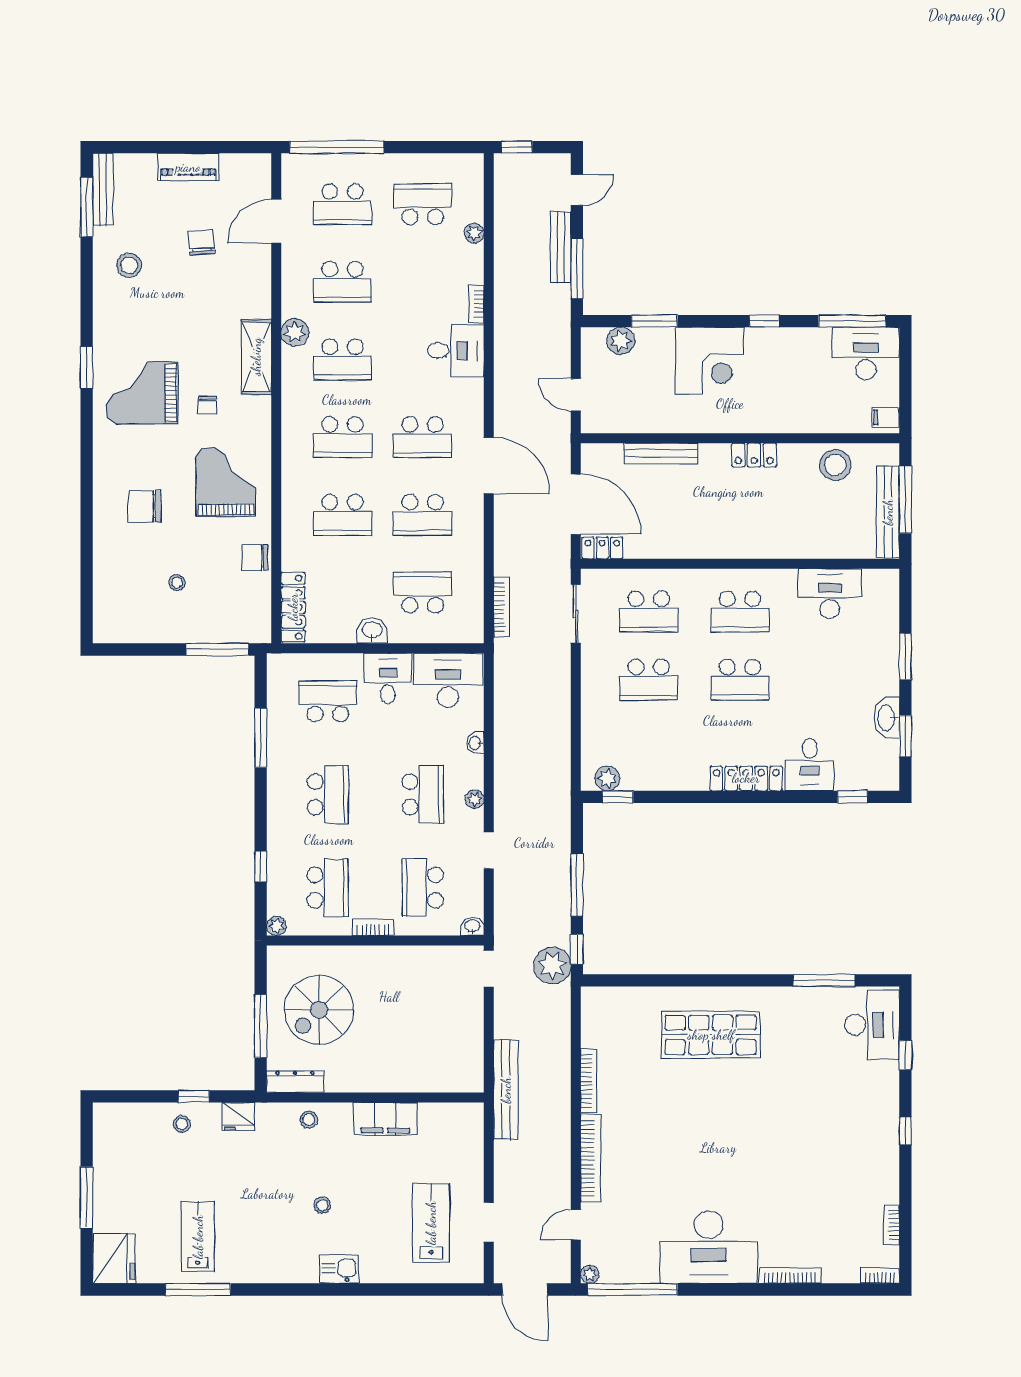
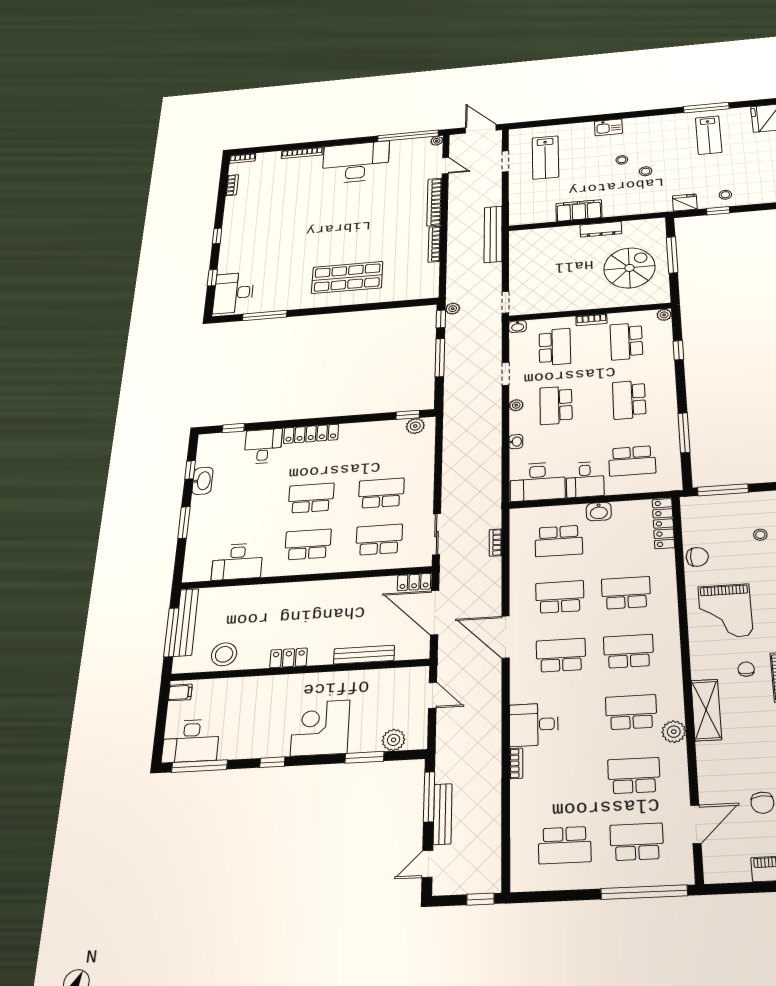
plant: (474, 233) -> (519, 822), removed
bookcase: (501, 607) -> (495, 543), width x0.64
window: (905, 736) -> (190, 470), width x0.67
plant: (552, 965) -> (453, 309), width x0.53, depth x0.53
dresser: (295, 1082) -> (601, 229), moved
stool: (309, 1120) -> (646, 171), moved
door: (576, 1225) -> (445, 166), hinge flipped

